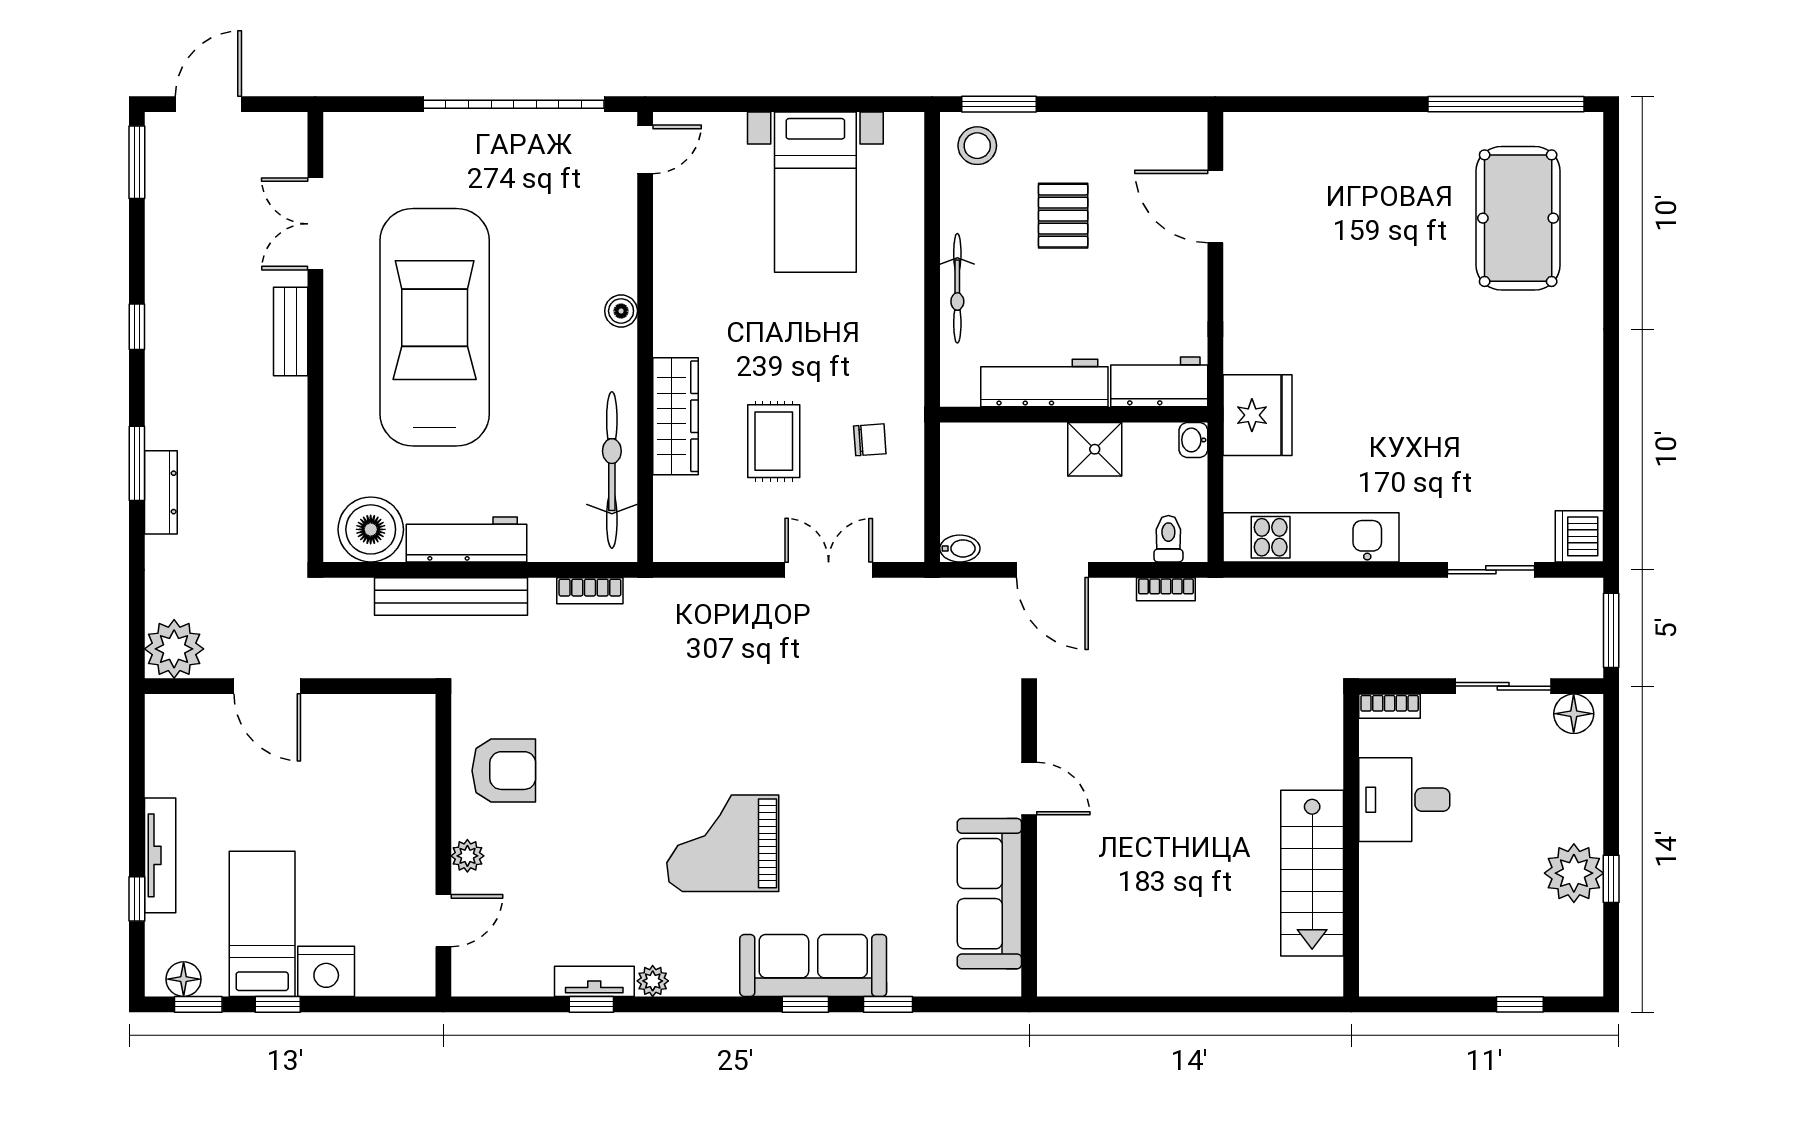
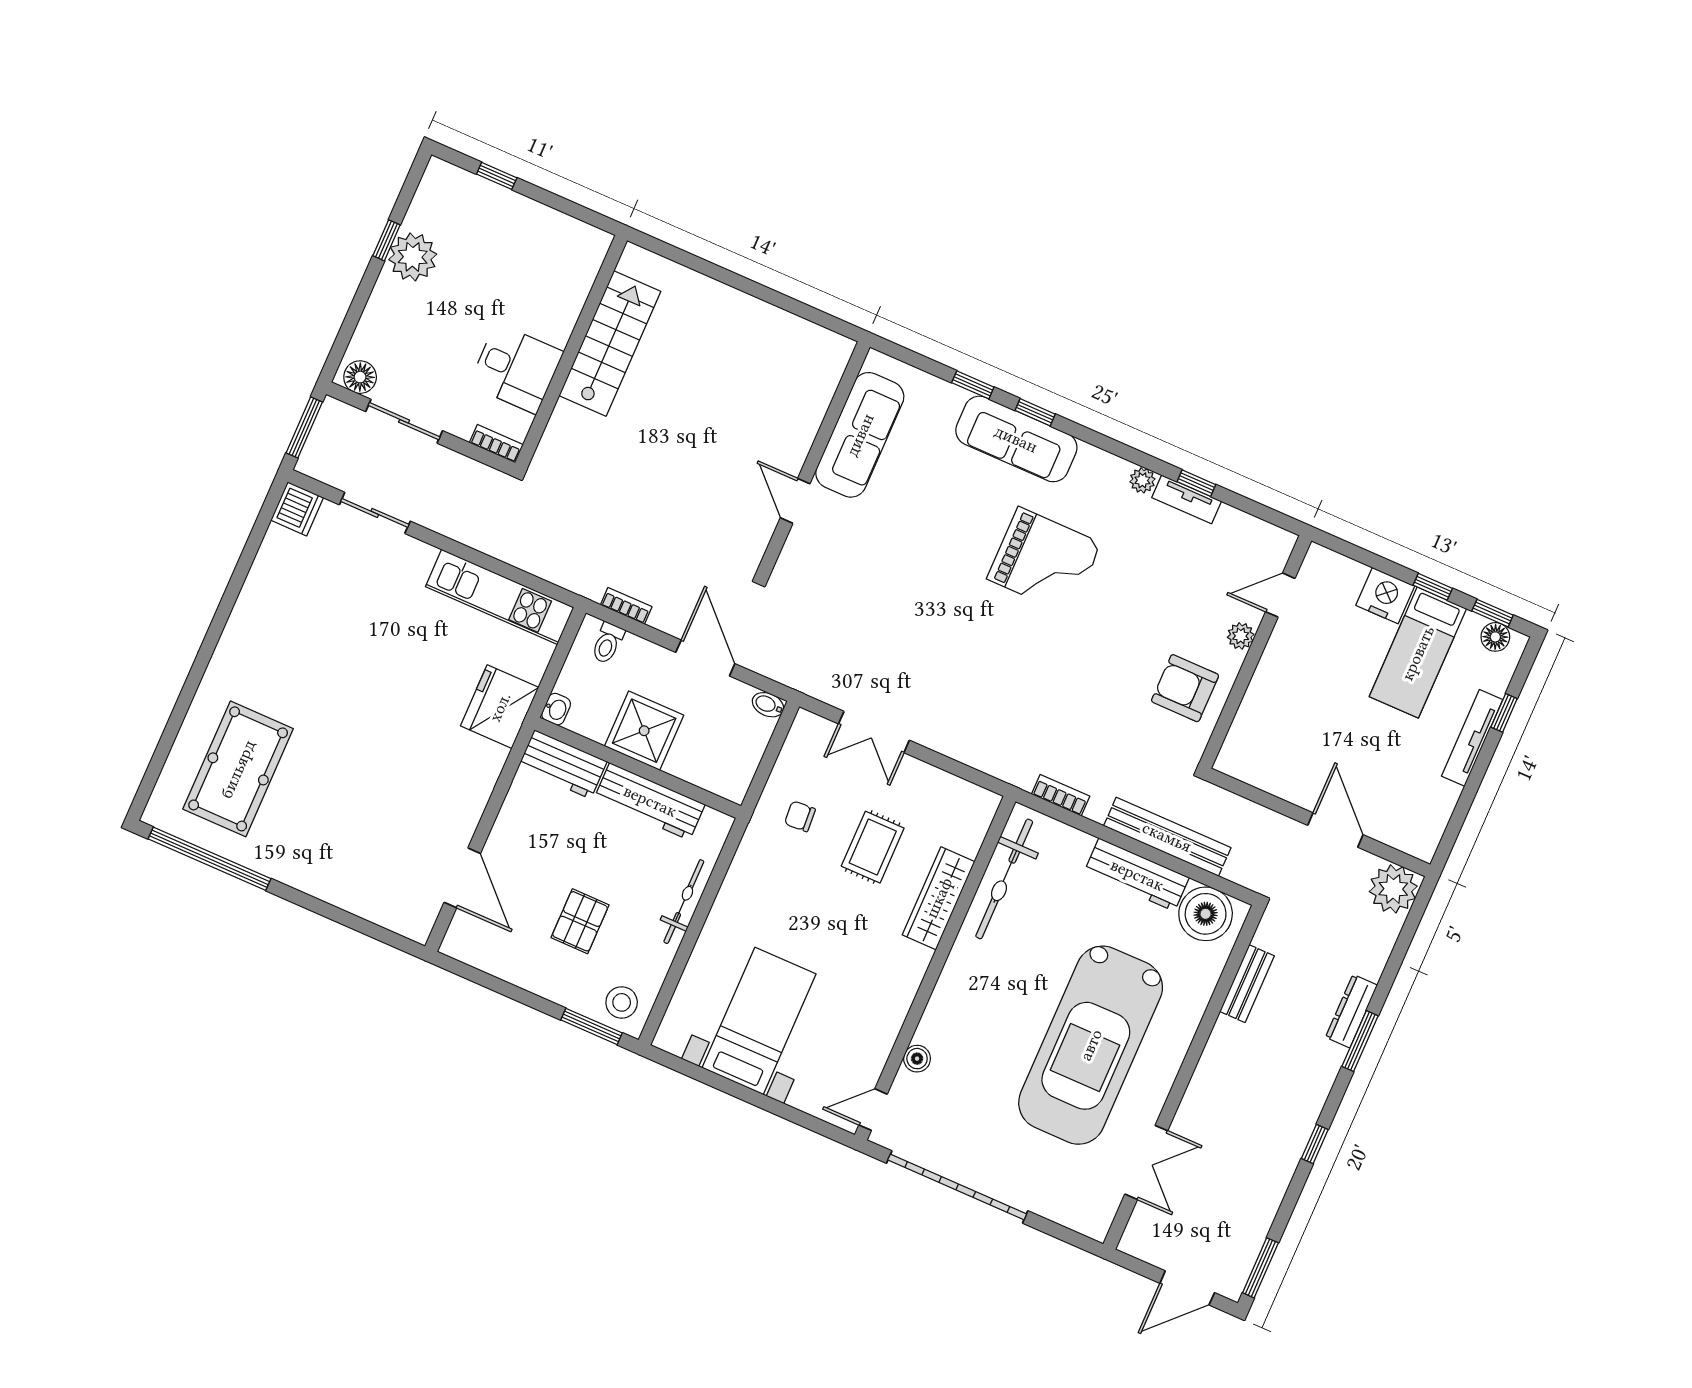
boiler: (621, 311) -> (917, 1059), moved
bench: (291, 332) -> (1247, 984), moved
shower: (1095, 449) -> (644, 731), width x1.36, depth x1.36

